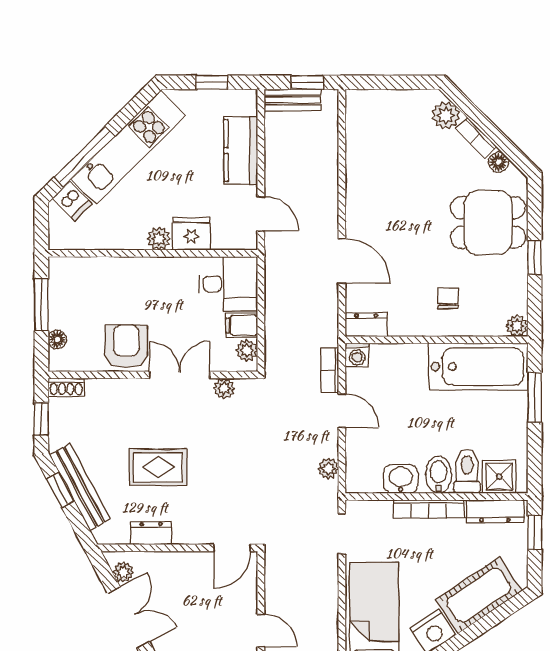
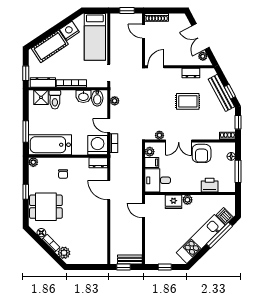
kitchen counter: (241, 150) -> (152, 238), removed
printer: (107, 273) -> (210, 185), added
washing machine: (357, 355) -> (98, 145), width x1.89, depth x1.89
bidet: (439, 475) -> (97, 98), moved

